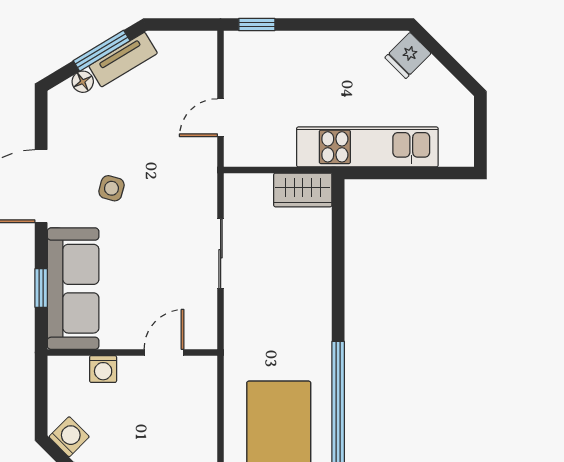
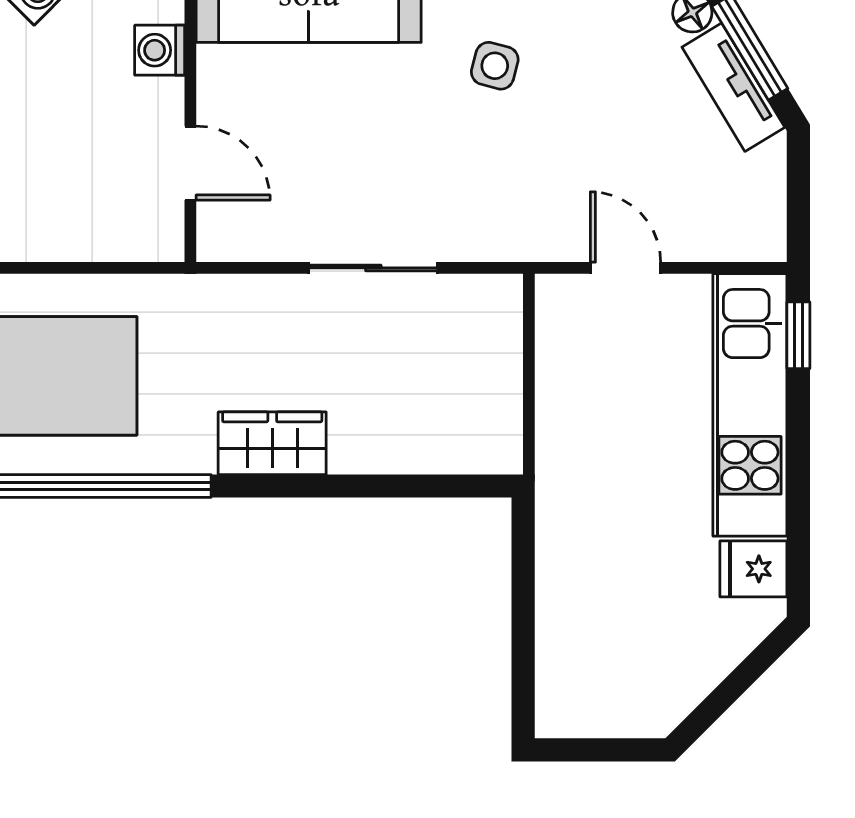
fridge: (408, 55) -> (753, 569), moved, turned -45
kitchen unit: (367, 147) -> (750, 405), moved, turned 180
wardrobe: (303, 190) -> (272, 443), moved, turned 90

